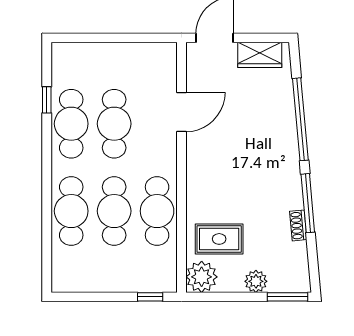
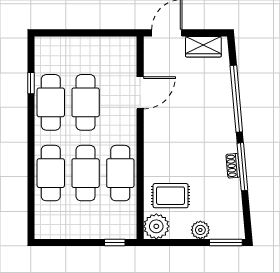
shoe rack: (298, 225) -> (233, 166), moved

